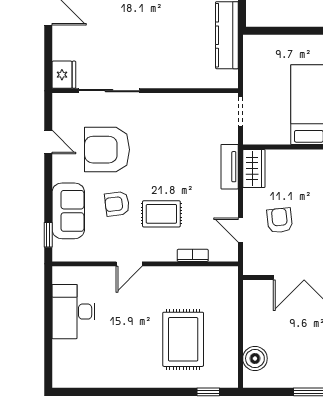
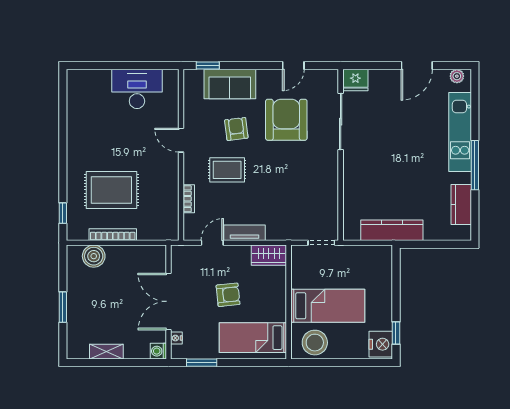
tv unit: (230, 167) -> (245, 233), moved
rug: (161, 214) -> (227, 170), turned 90
armchair: (280, 220) -> (228, 295), moved
bookcase: (232, 338) -> (113, 235), added

